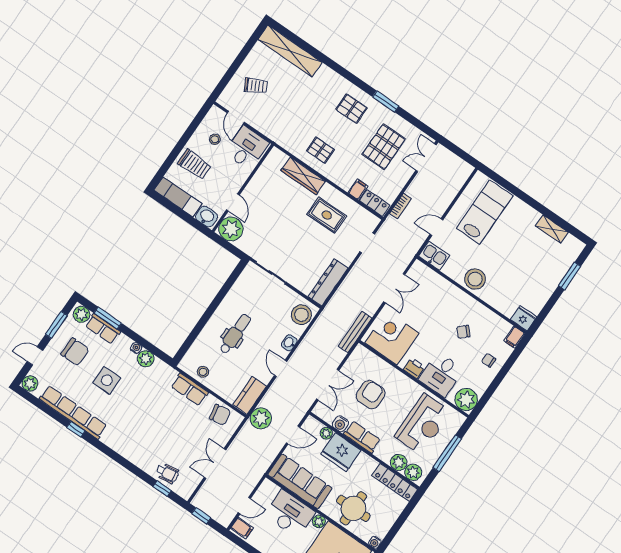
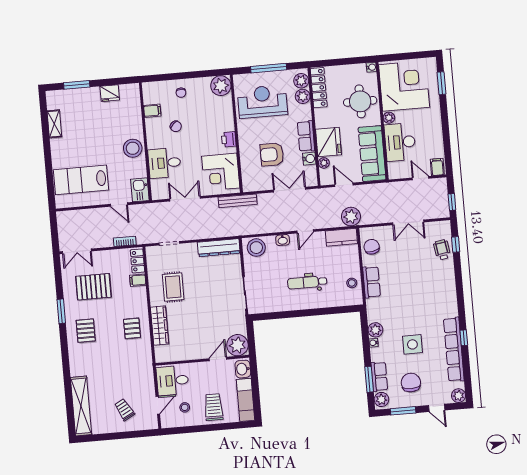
fridge: (524, 318) -> (110, 93), moved, turned -90
filing cabinet: (514, 337) -> (152, 111), moved
desk: (441, 374) -> (164, 163), moved, turned 180

